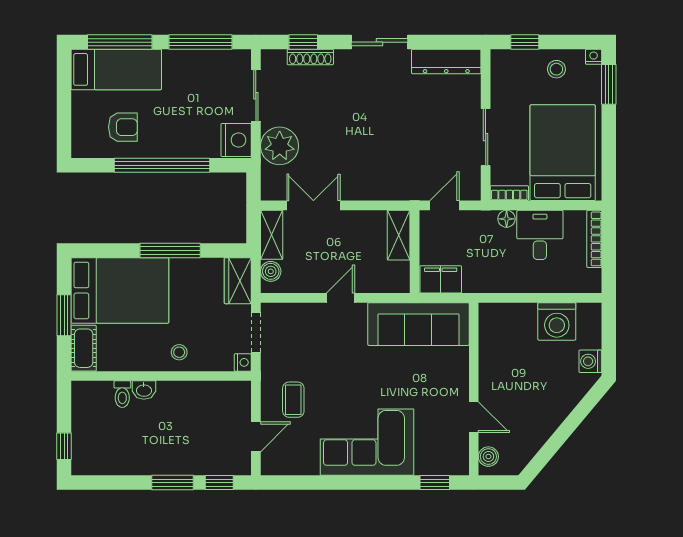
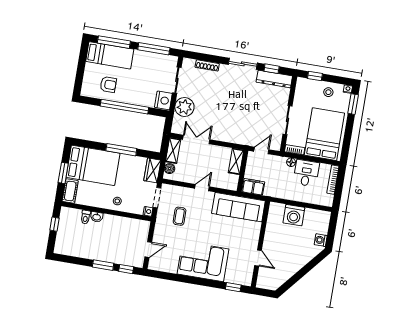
window: (303, 42) -> (272, 69), moved
washing machine: (557, 321) -> (294, 215), moved
coffee table: (293, 400) -> (180, 216), moved
window: (64, 446) -> (55, 224), moved
boiler: (488, 457) -> (262, 279), removed

